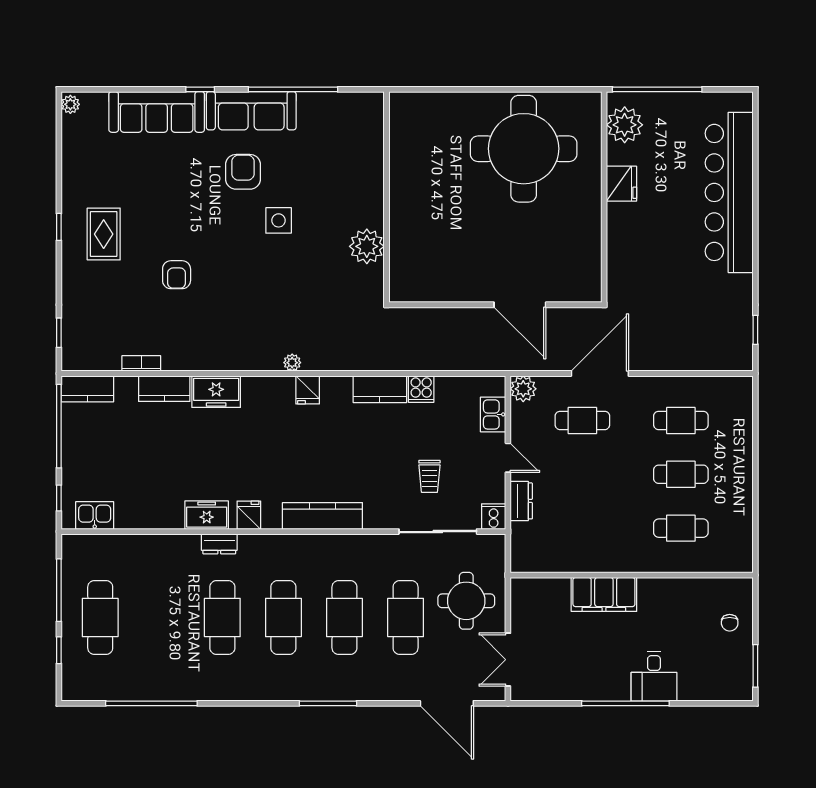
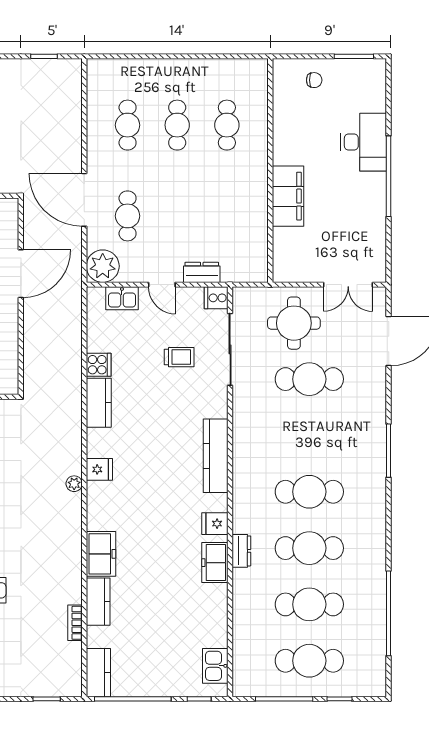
plant: (523, 389) -> (103, 266), width x1.36, depth x1.36
door: (508, 458) -> (162, 285), swing flipped
cafe table: (344, 617) -> (309, 604), moved
desk: (654, 676) -> (364, 142), width x1.37

